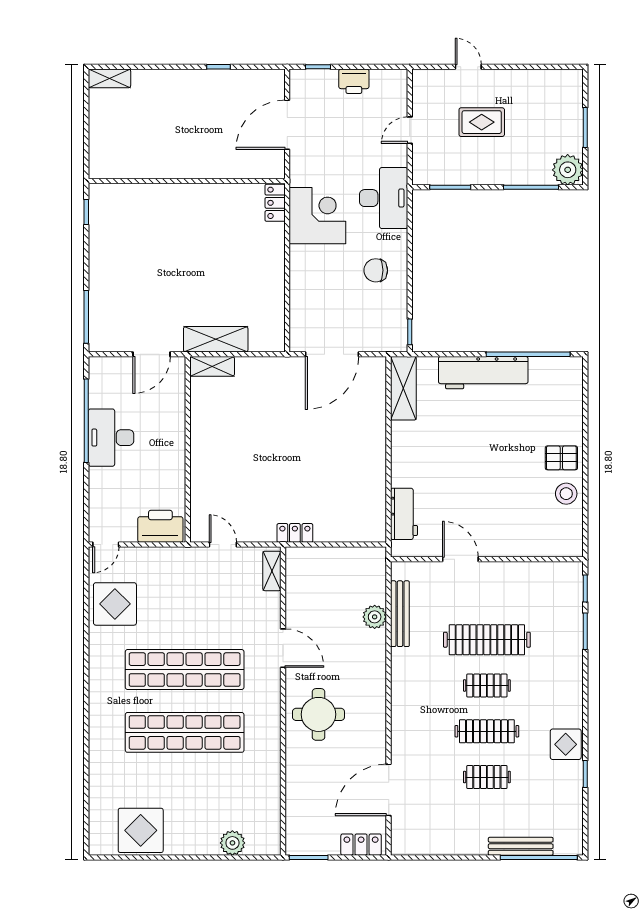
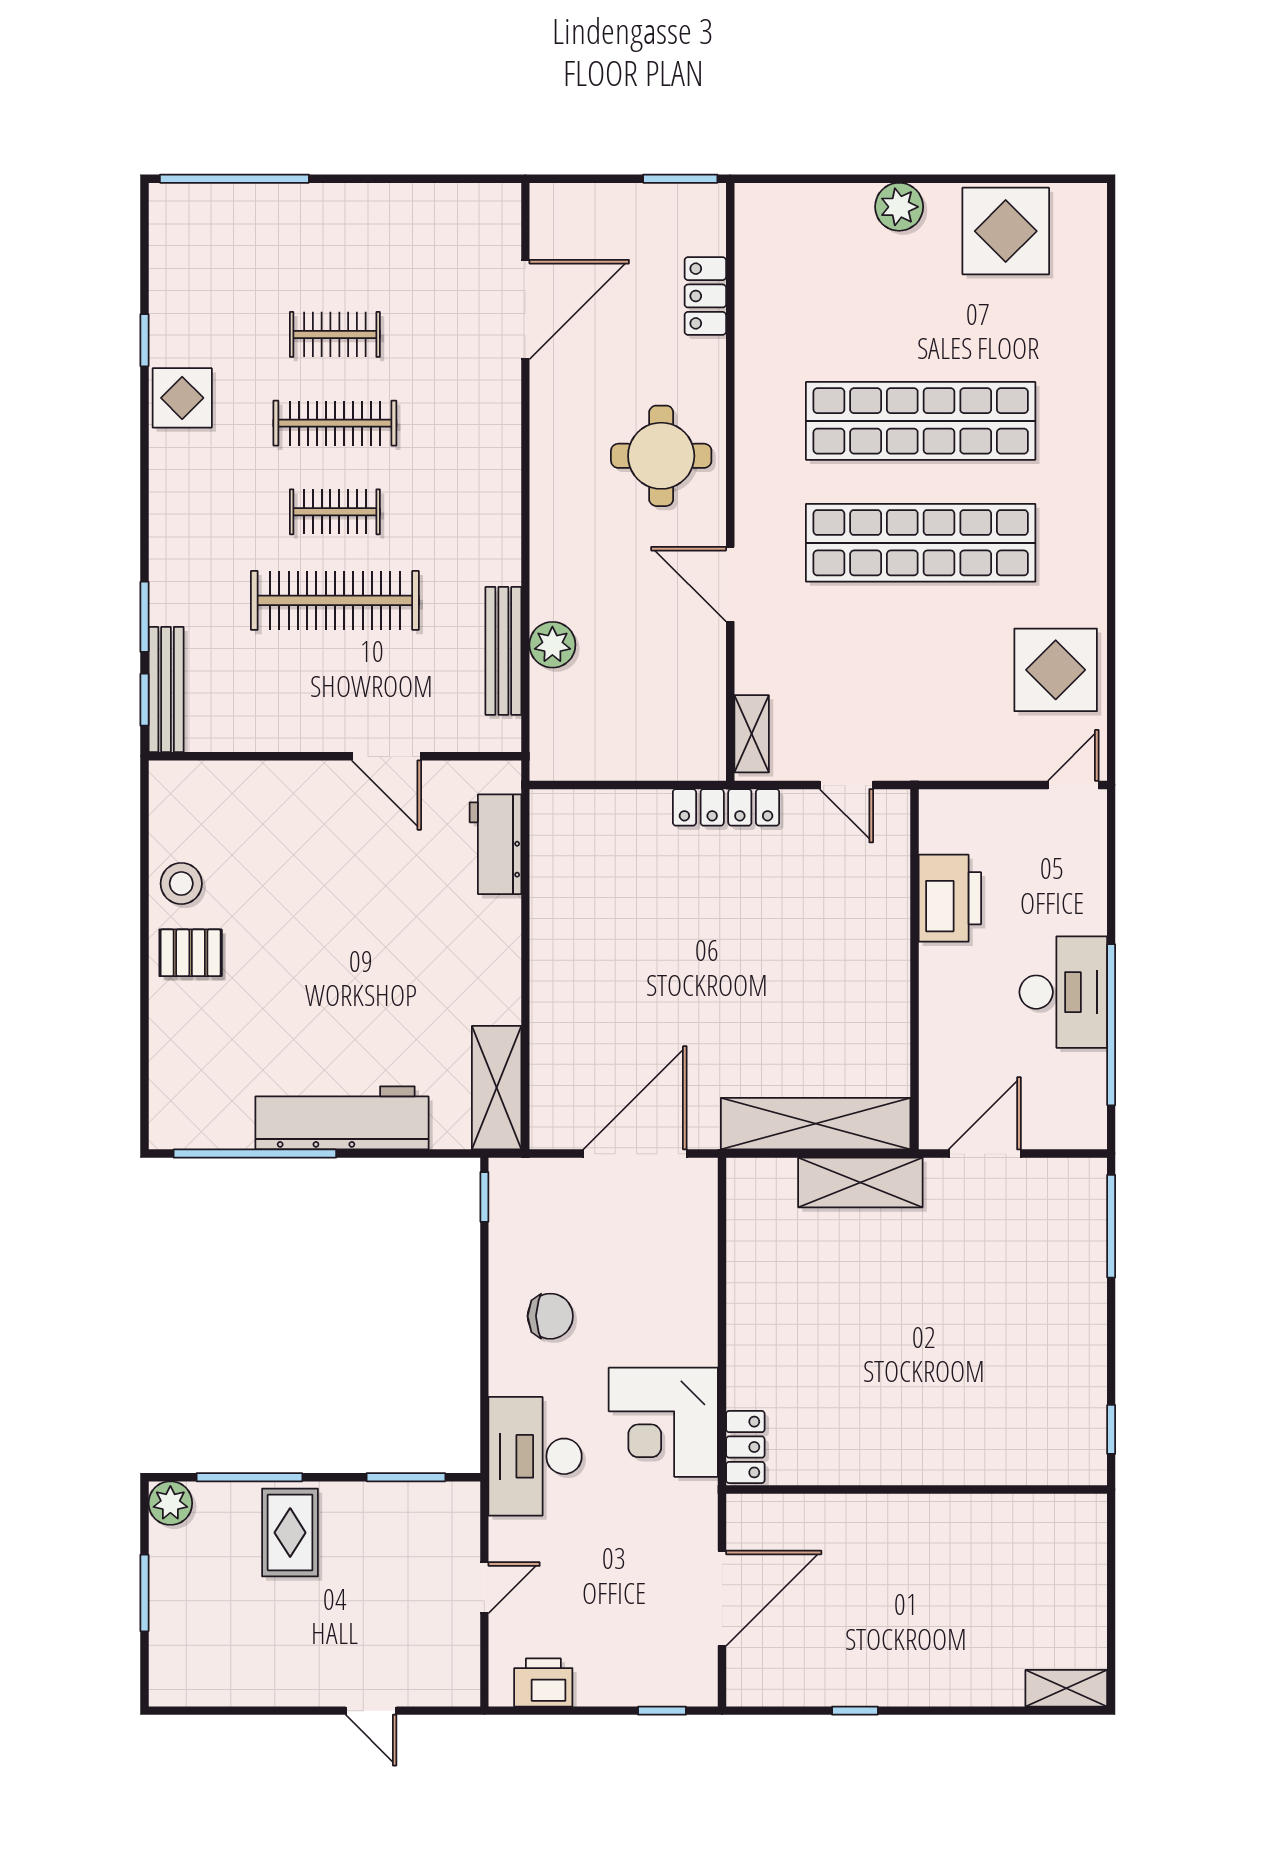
printer: (354, 81) -> (543, 1682), moved
rug: (482, 122) -> (290, 1533), moved, turned 90
plant: (568, 170) -> (170, 1503), width x0.73, depth x0.73
shelving: (212, 366) -> (816, 1124), width x2.20, depth x1.33
printer: (160, 526) -> (950, 898), moved, turned -90
locker: (295, 533) -> (726, 807), width x1.53
plant: (232, 843) -> (899, 207), moved
locker: (361, 845) -> (705, 296), moved, turned 90
bench: (521, 846) -> (166, 690), moved, turned 90

